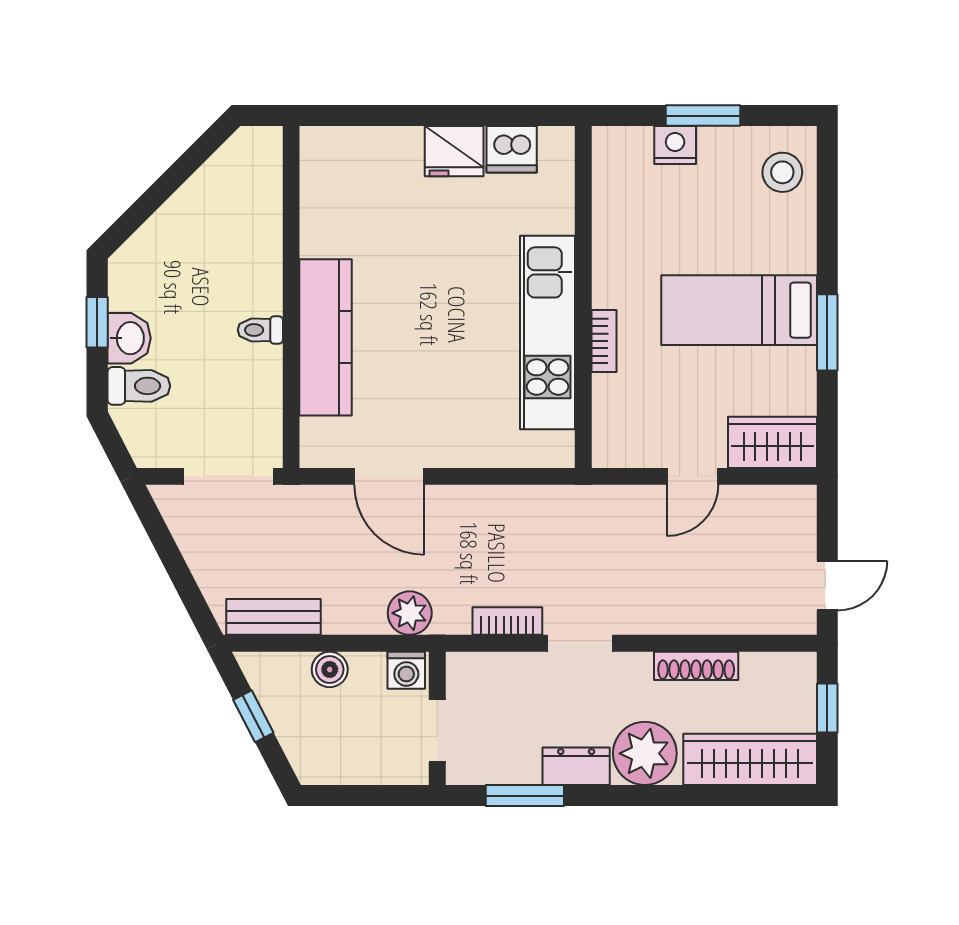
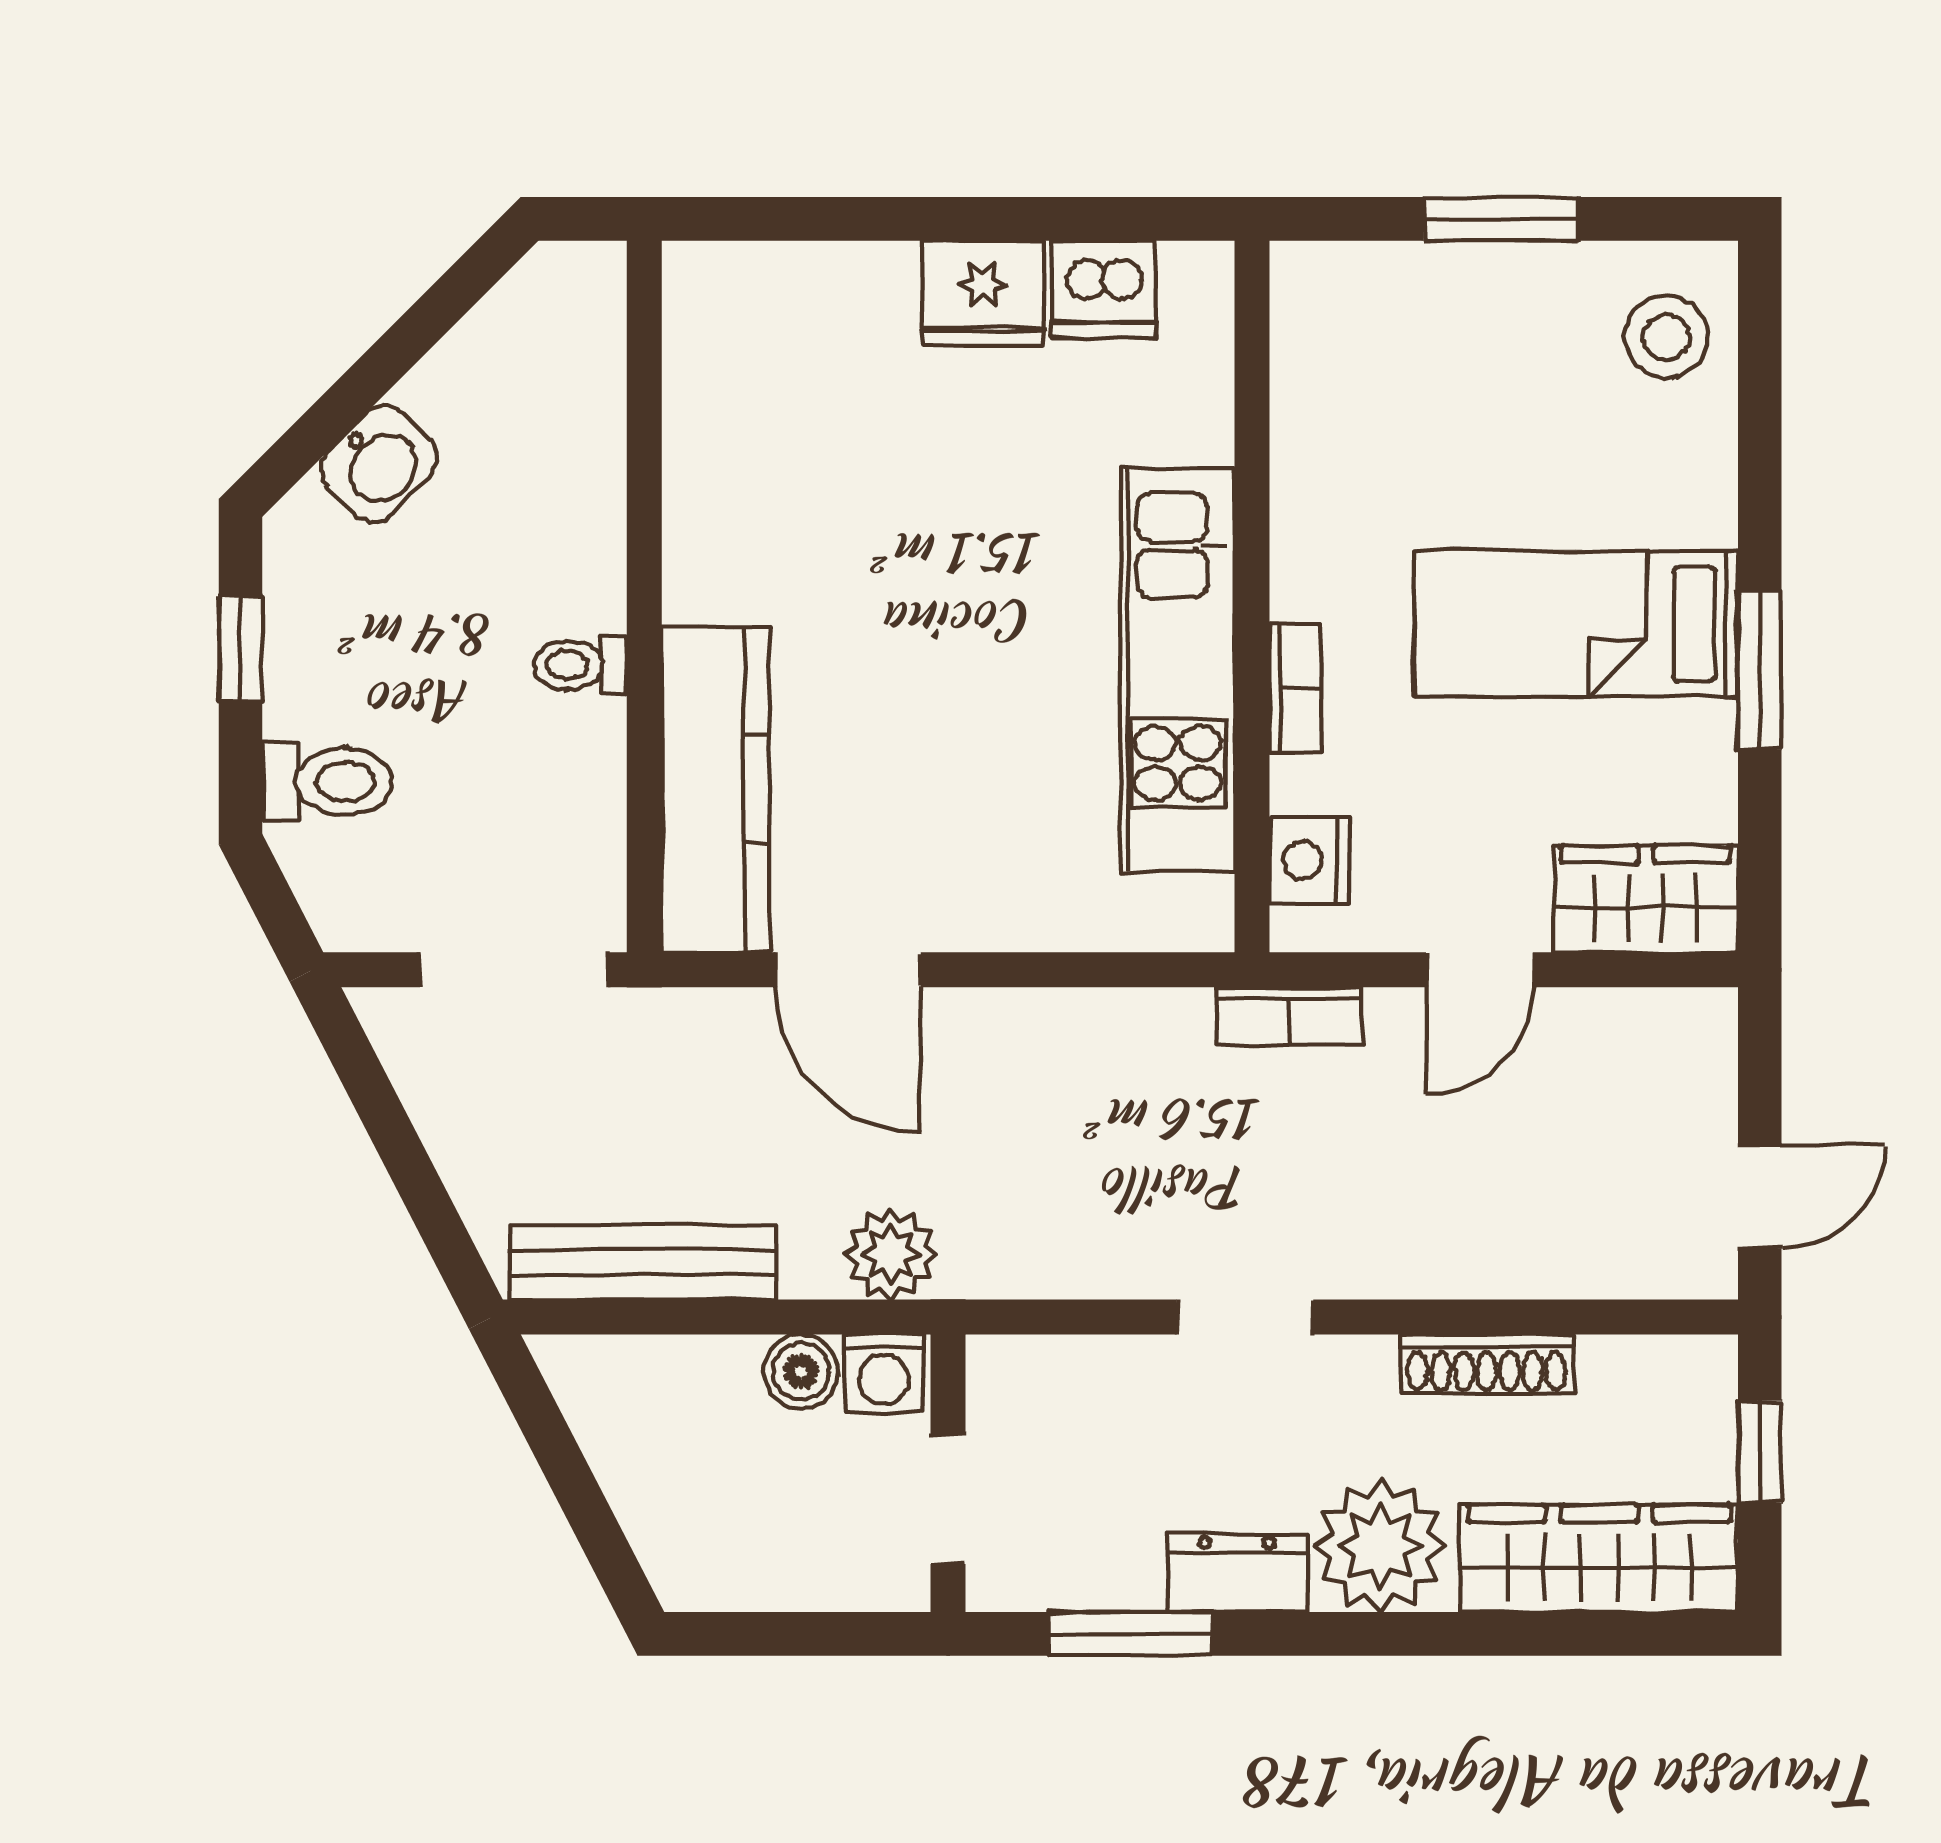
nightstand: (675, 145) -> (1309, 860), moved, turned -90
kitchen counter: (326, 337) -> (716, 789), moved
washbasin: (129, 338) -> (379, 464), moved, turned 45
bench: (273, 617) -> (643, 1262), width x1.36
bookcase: (507, 621) -> (1289, 1016), moved, turned 180
boiler: (330, 669) -> (801, 1372), moved
window: (253, 716) -> (566, 1469), removed

